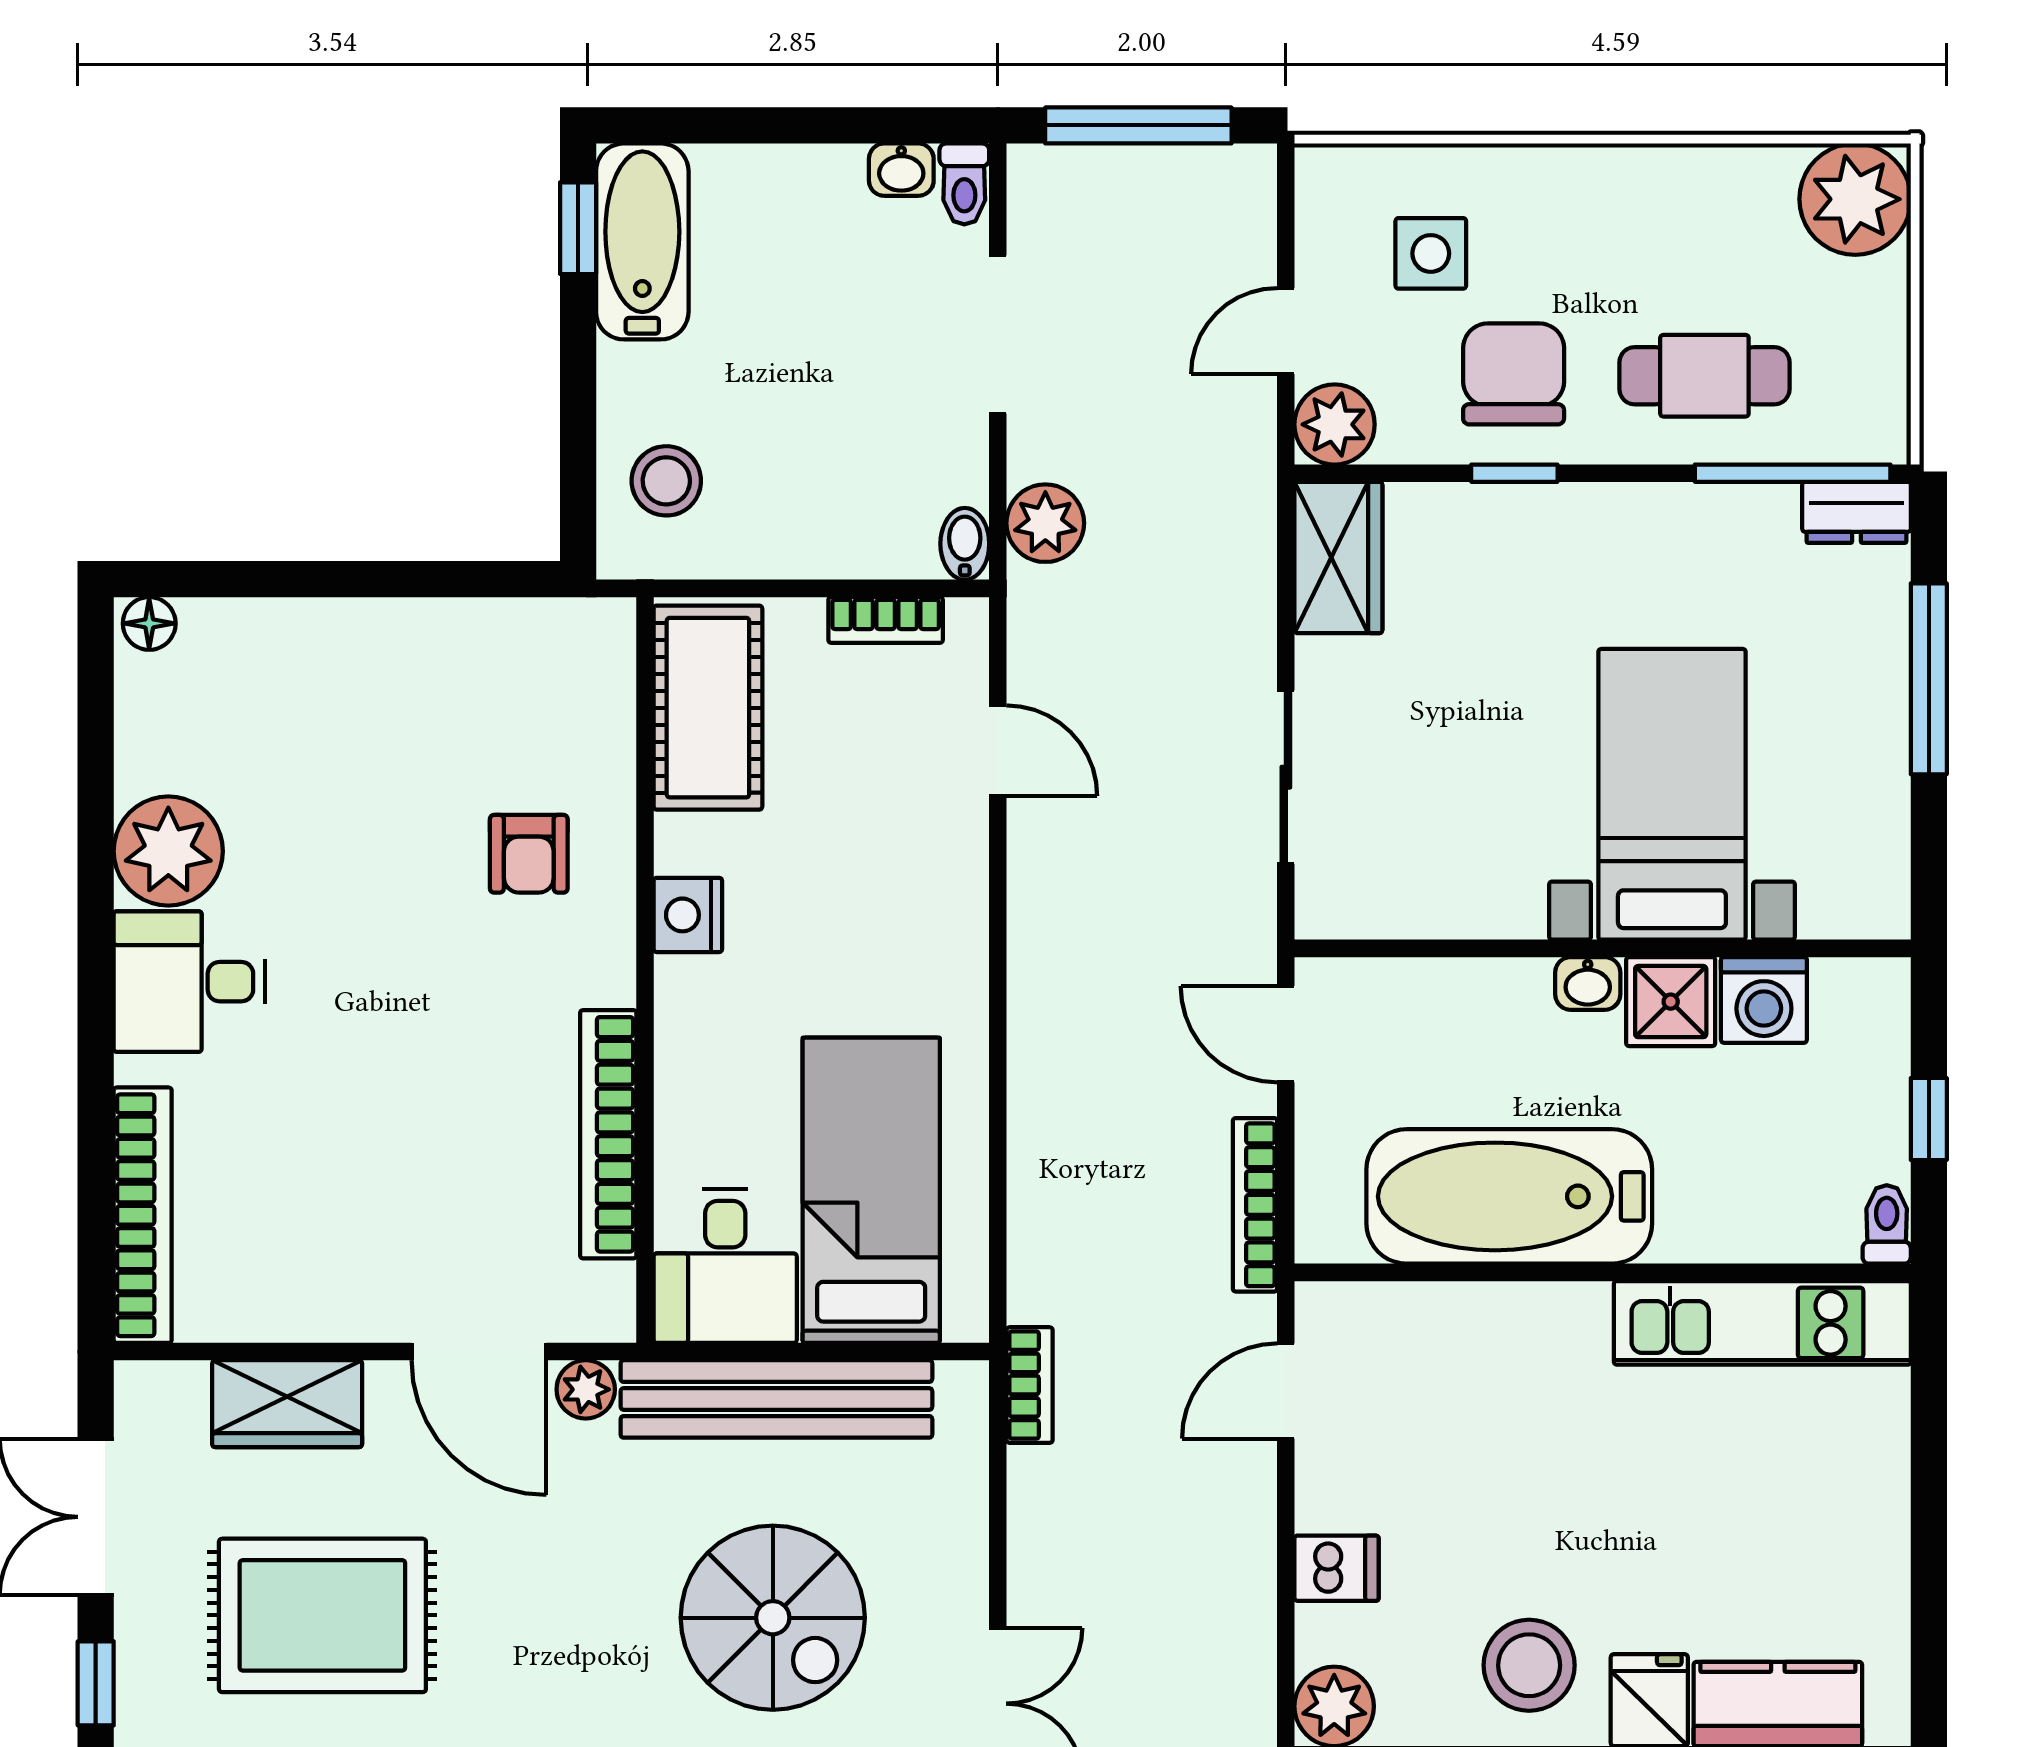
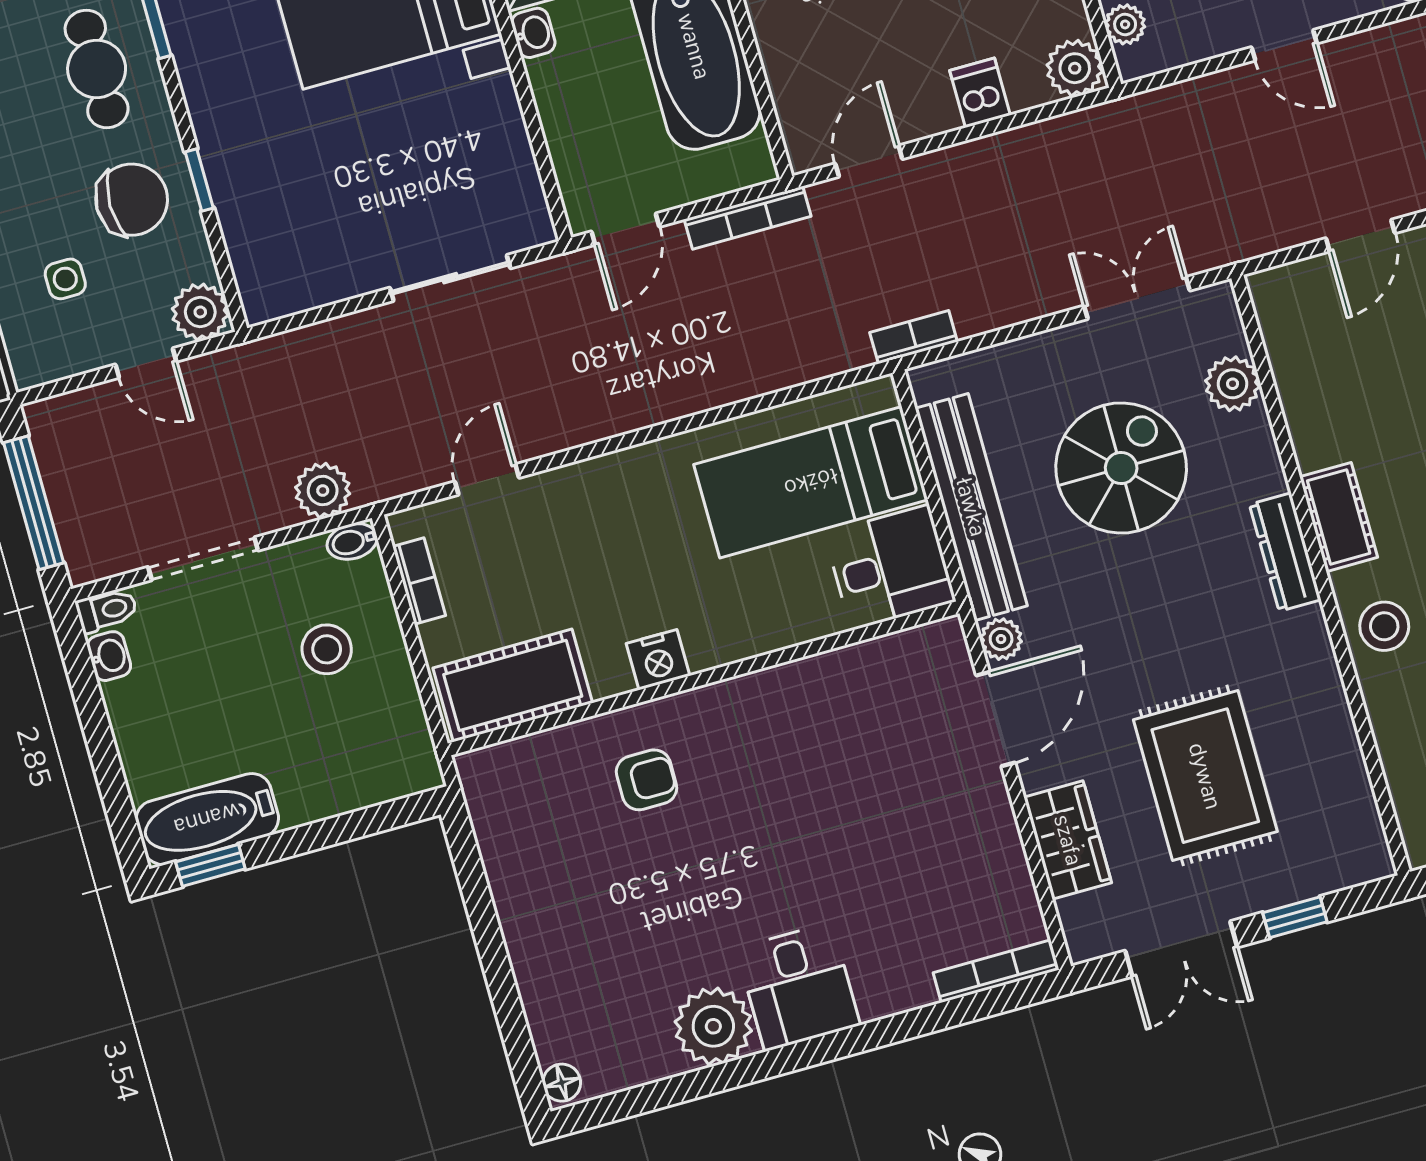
side table: (1431, 253) -> (65, 279), width x0.73, depth x0.73
chair: (1514, 374) -> (132, 200), turned 180
stool: (666, 481) -> (327, 649), moved
wardrobe: (1338, 558) -> (290, 284), removed
bookcase: (608, 1134) -> (823, 672), removed
bookcase: (143, 1215) -> (996, 971), width x0.68, depth x0.76
door: (1286, 1391) -> (869, 161), swing flipped

